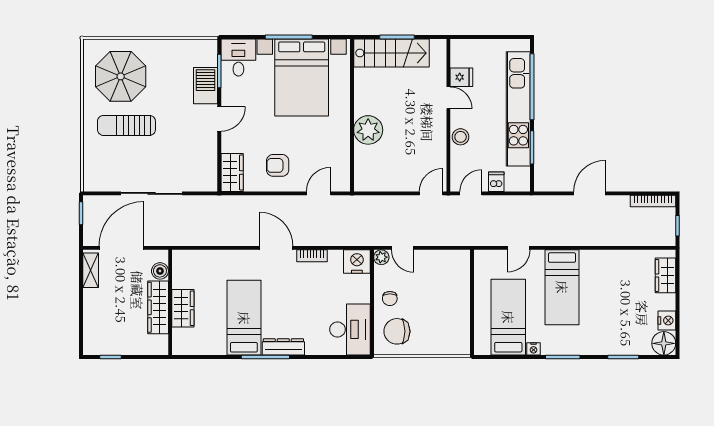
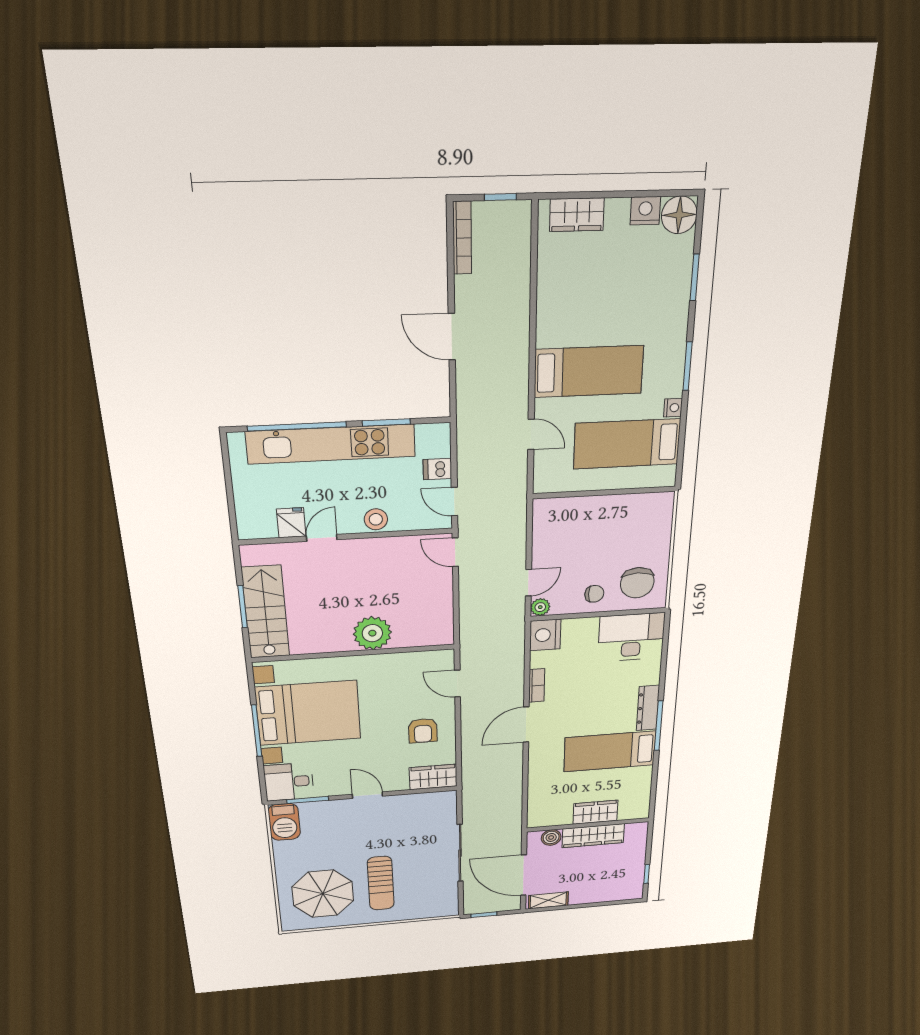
barbecue: (206, 86) -> (284, 822), moved, turned -90

